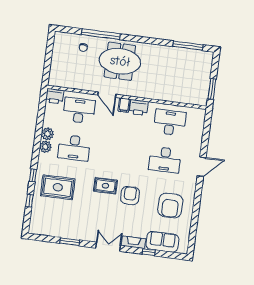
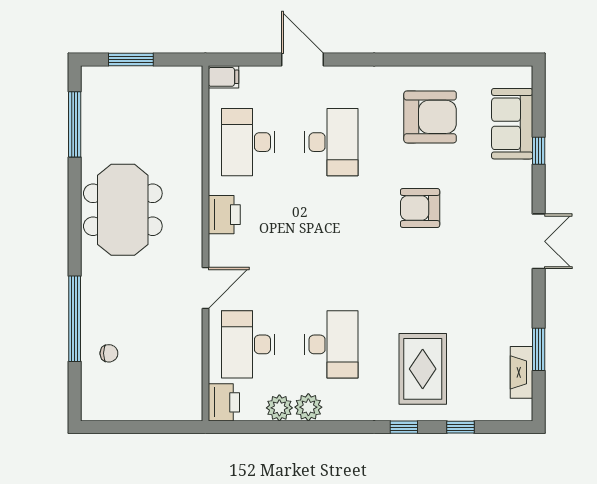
meeting table: (120, 61) -> (123, 210), moved
window: (212, 89) -> (131, 59), moved
filing cabinet: (124, 105) -> (223, 77), moved
plant: (45, 147) -> (279, 408), moved
door: (202, 167) -> (303, 59), moved
rug: (105, 186) -> (406, 265), removed
window: (70, 242) -> (539, 349), moved
fireplace: (134, 242) -> (521, 372), moved
double door: (108, 247) -> (539, 241), swing flipped

